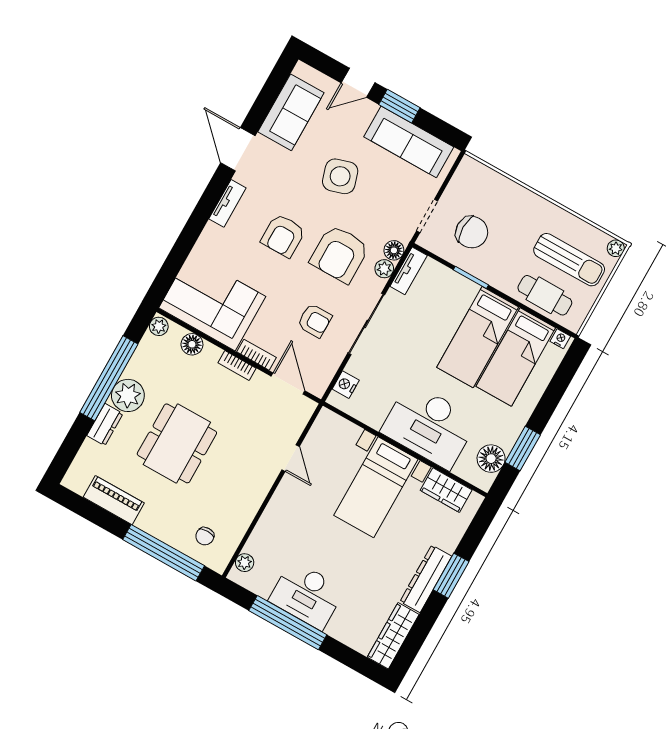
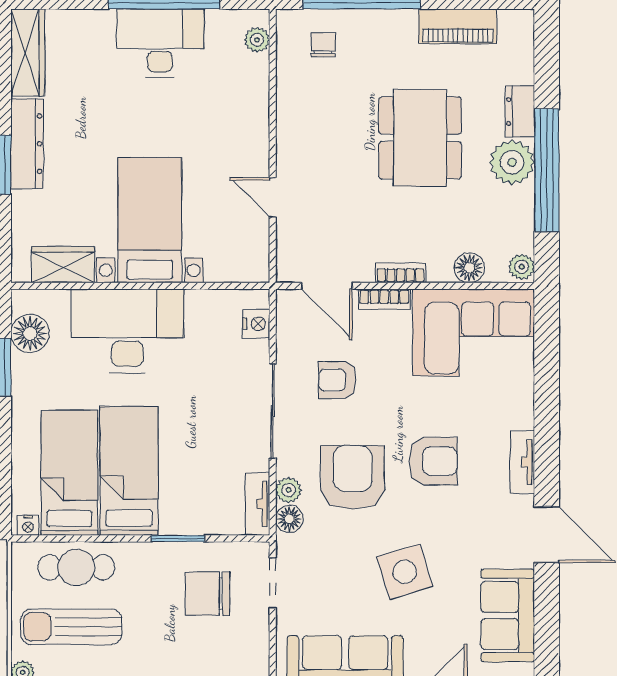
armchair: (283, 236) -> (433, 461), turned 90

